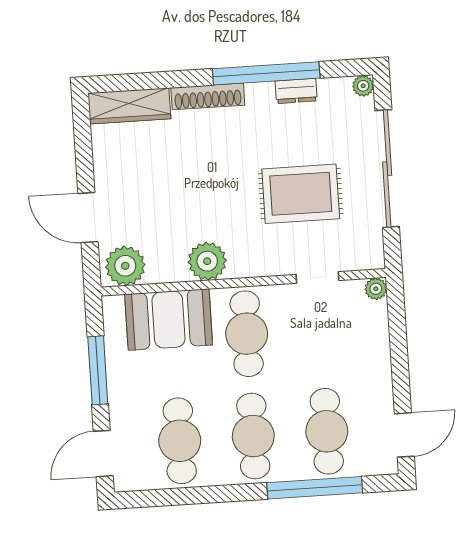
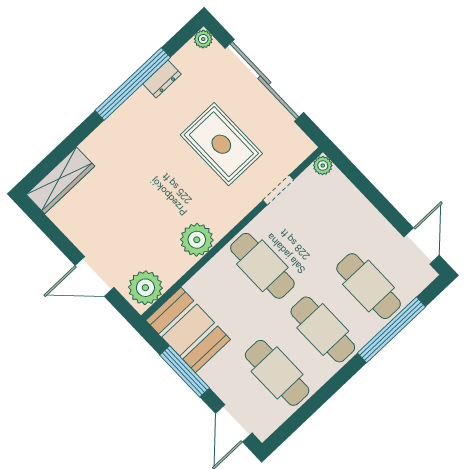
shoe rack: (208, 96) -> (107, 131), removed
rug: (301, 194) -> (221, 144), turned 90
booth: (169, 319) -> (188, 330), moved, turned 90

